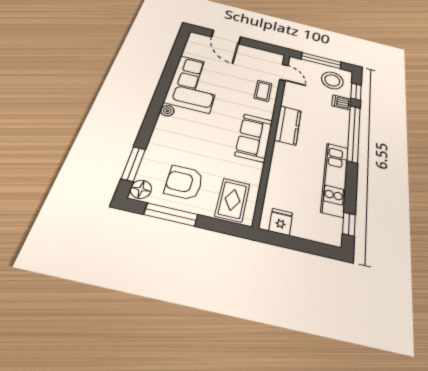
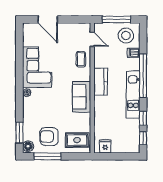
window: (356, 92) -> (143, 118), moved
kitchen unit: (335, 179) -> (133, 95), moved
rug: (232, 200) -> (77, 140), turned 90

